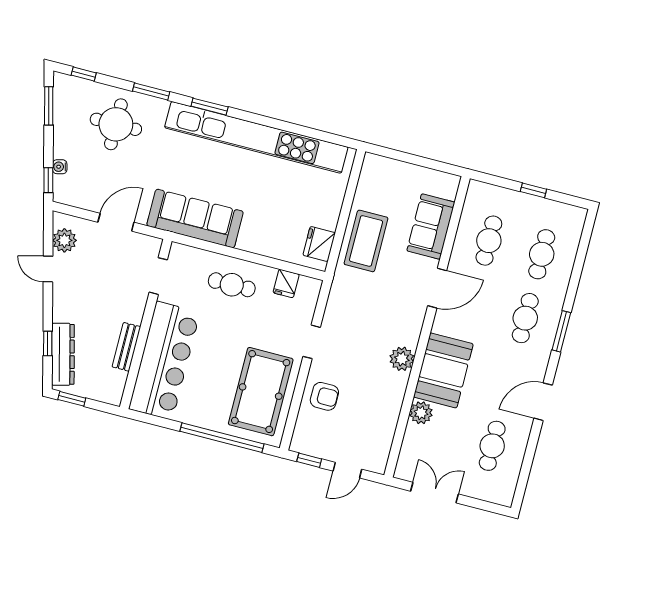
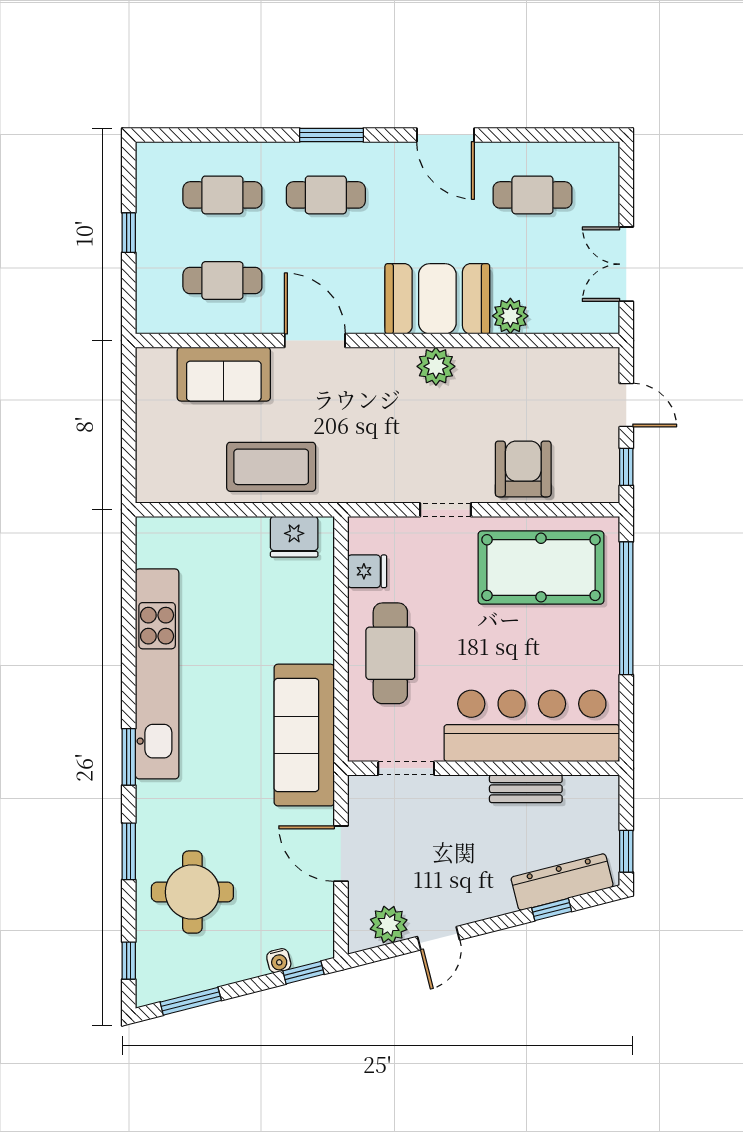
kitchen unit: (256, 137) -> (157, 674), width x0.73
cafe table: (232, 285) -> (390, 653), width x1.37, depth x1.35
armchair: (324, 396) -> (523, 469), width x1.38, depth x1.38

